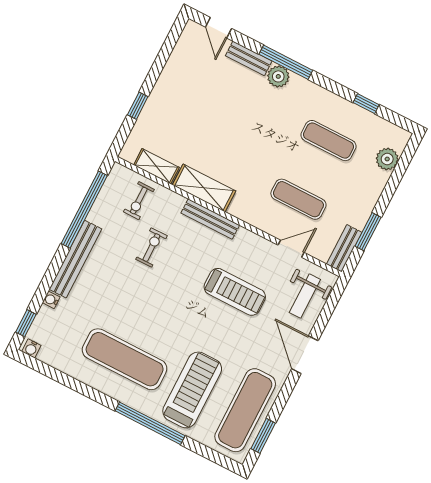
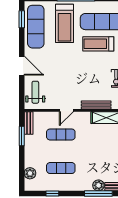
door: (291, 249) -> (66, 110), moved
treadmill: (235, 292) -> (98, 44), moved

